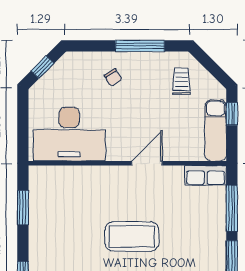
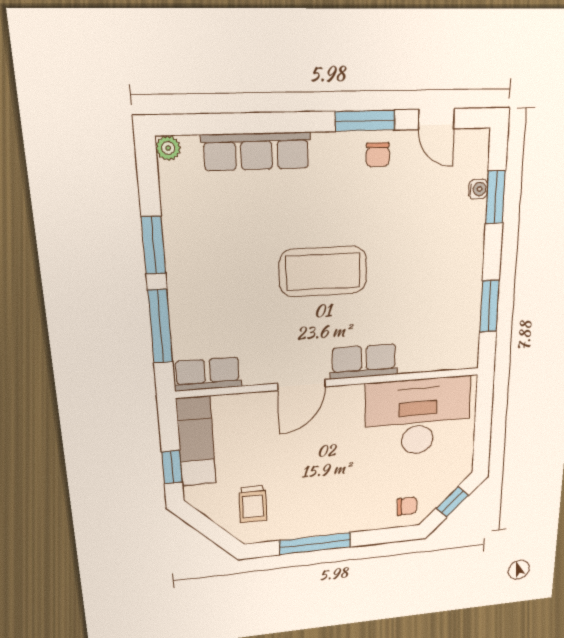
chair: (113, 77) -> (407, 506), moved, turned 122
row of seats: (106, 176) -> (364, 361), added

